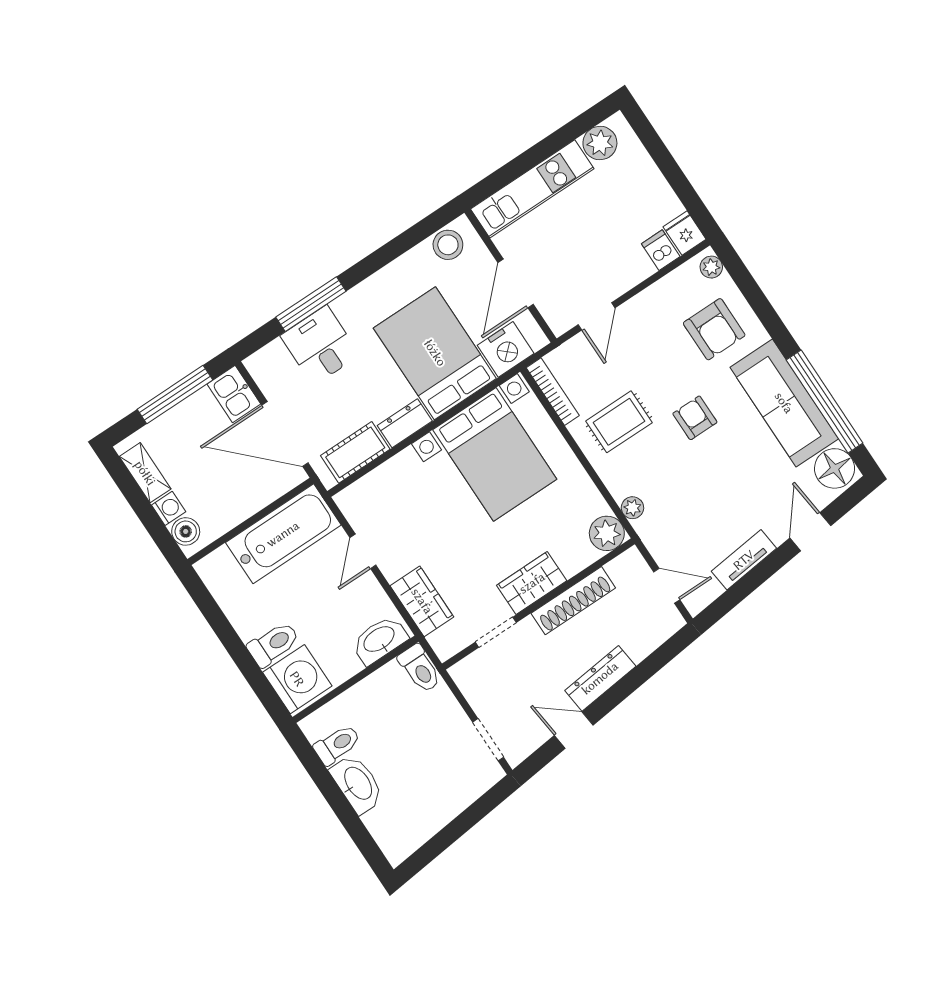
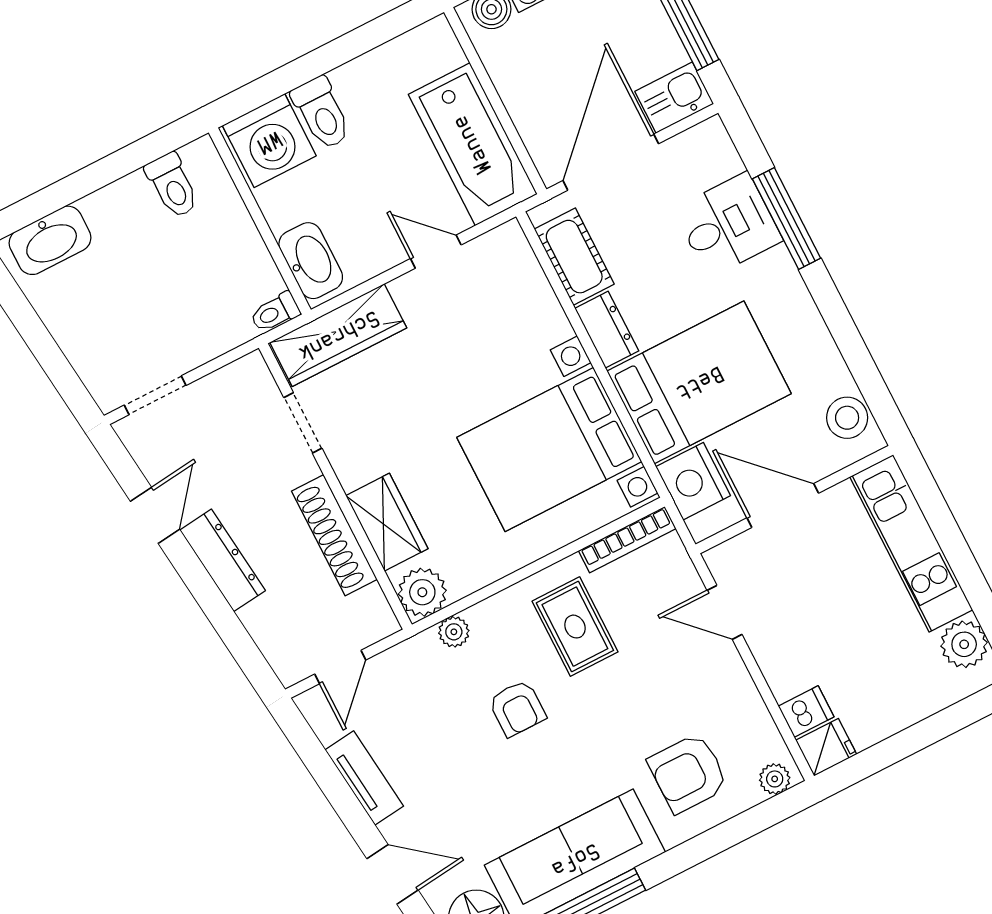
armchair: (695, 418) -> (517, 708), moved, turned 90
wardrobe: (532, 583) -> (387, 522), moved
wardrobe: (422, 601) -> (338, 335), width x1.50
toilet: (420, 669) -> (275, 312), width x0.73, depth x0.72
washbasin: (357, 784) -> (50, 240), moved

